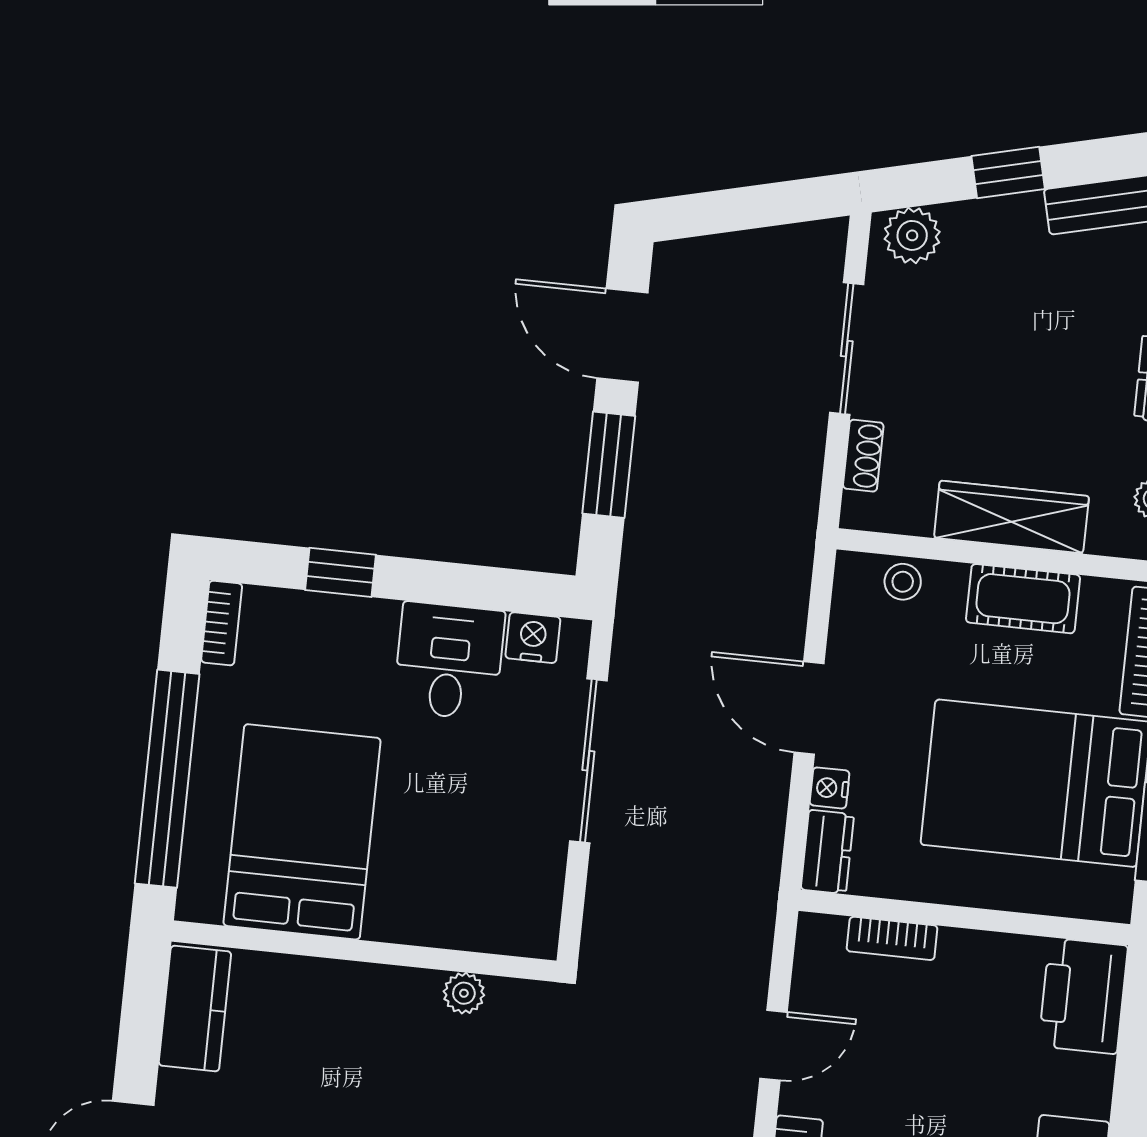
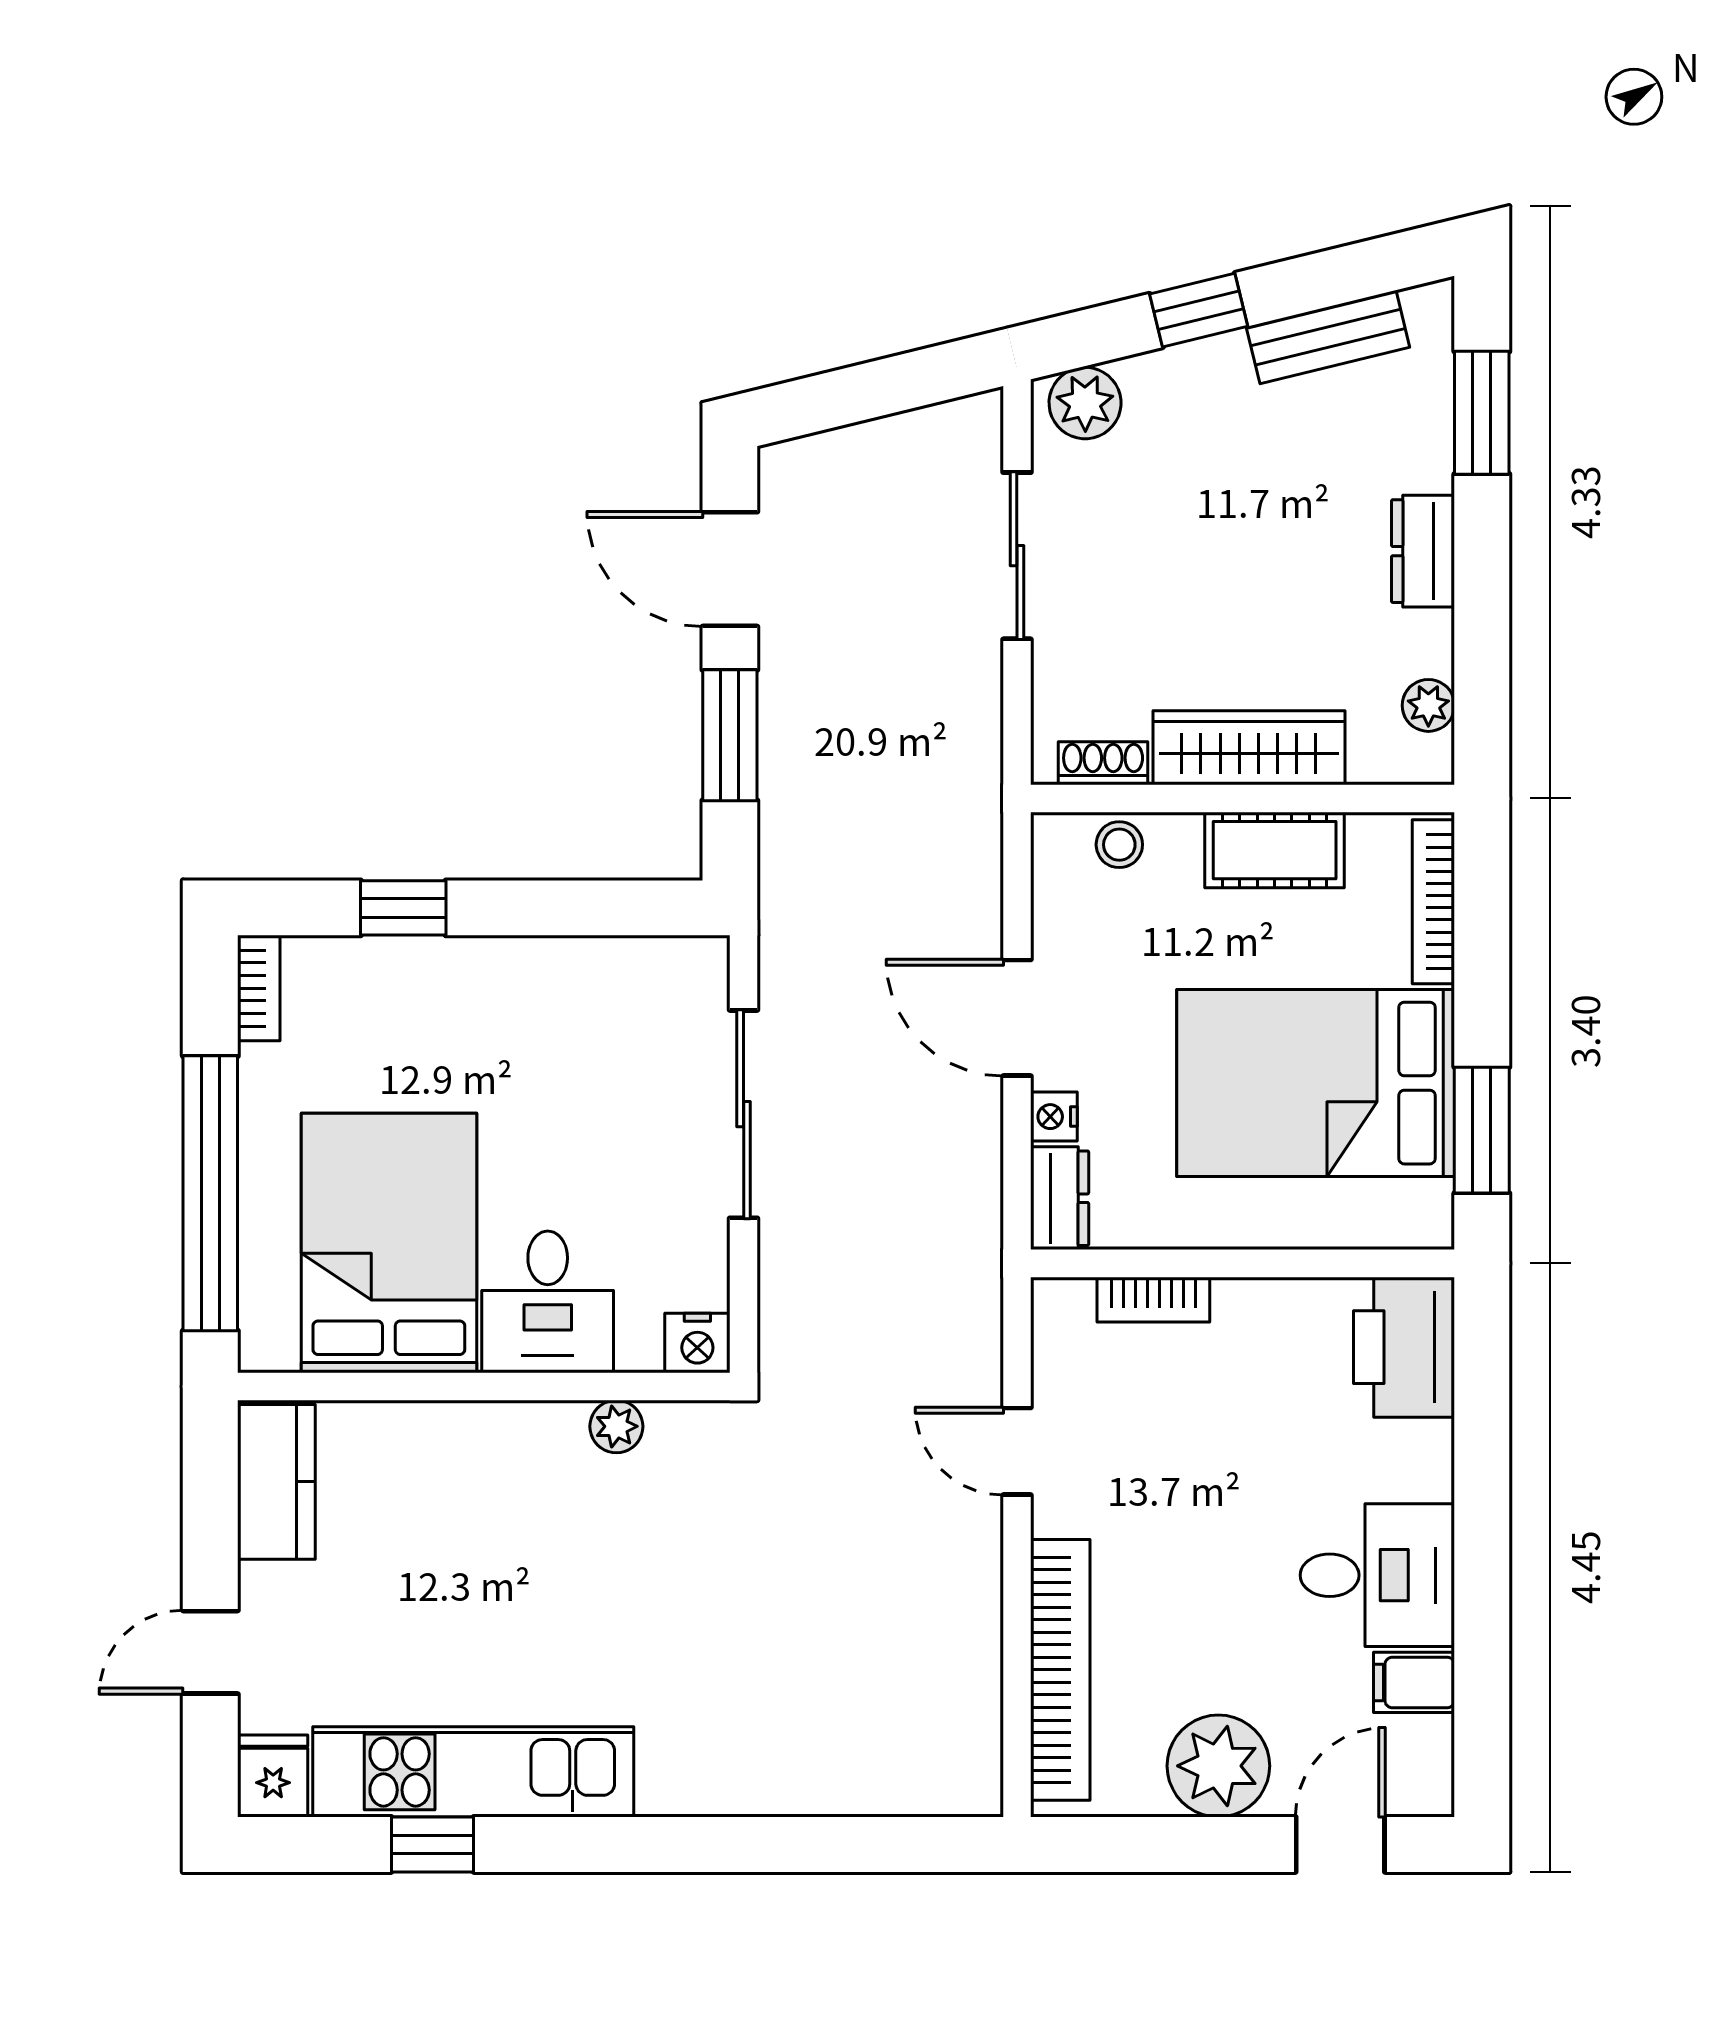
shoe rack: (863, 456) -> (1103, 763), moved, turned -90
nightstand: (533, 638) -> (697, 1343), moved, turned 180
desk: (449, 661) -> (548, 1302), moved, turned 180
door: (773, 1045) -> (1017, 1451), swing flipped

